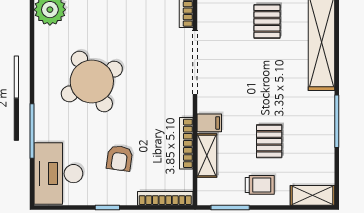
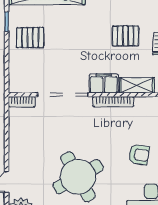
filing cabinet: (209, 123) -> (104, 83), width x2.00
bookcase: (186, 143) -> (113, 102), moved

